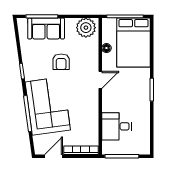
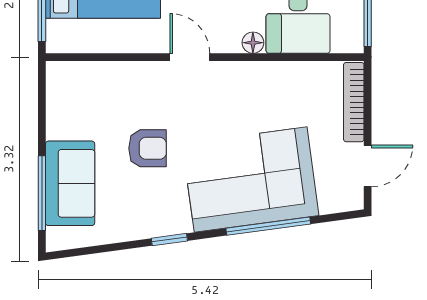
plant: (86, 28) -> (68, 91), removed
floor lamp: (106, 48) -> (253, 43), moved
door: (54, 156) -> (368, 166), swing flipped

